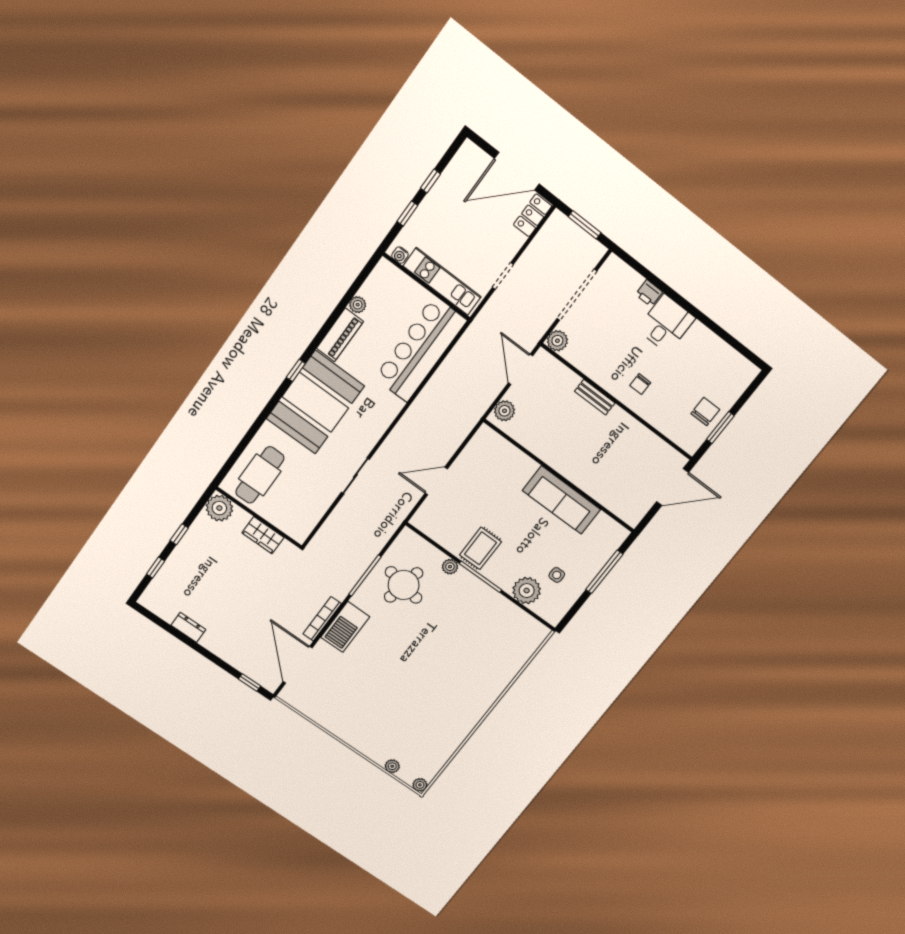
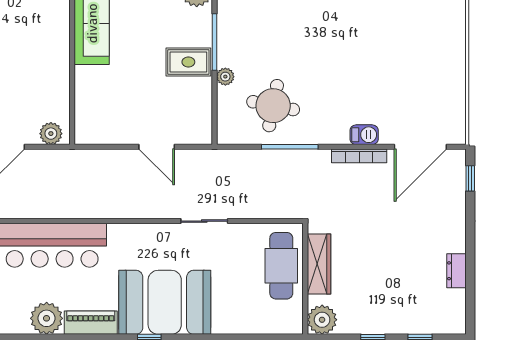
plant: (358, 305) -> (47, 318), width x1.88, depth x1.88
cafe table: (260, 475) -> (281, 266), moved, turned 90
wardrobe: (263, 535) -> (319, 264), width x1.50
barbecue: (345, 627) -> (364, 135), width x0.53, depth x0.65

